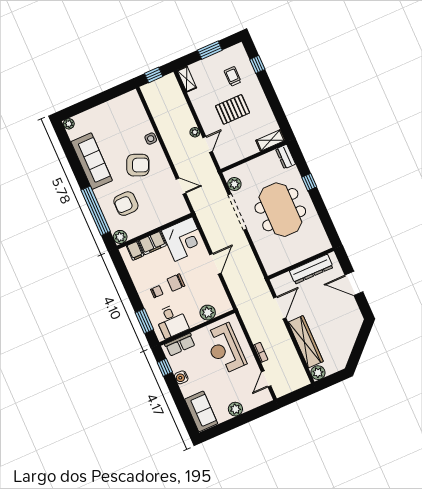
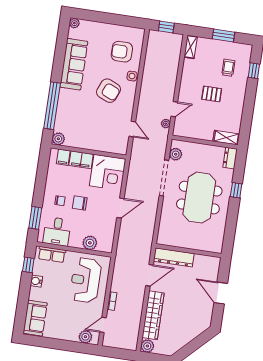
pallet: (233, 109) -> (212, 94), width x0.67, depth x0.71
plant: (195, 132) -> (166, 124), moved
armchair: (126, 204) -> (122, 52), moved
dresser: (311, 269) -> (174, 257), moved
plant: (235, 409) -> (85, 337), moved

